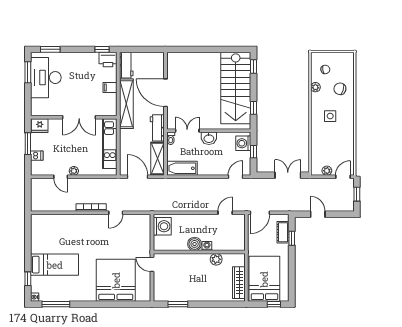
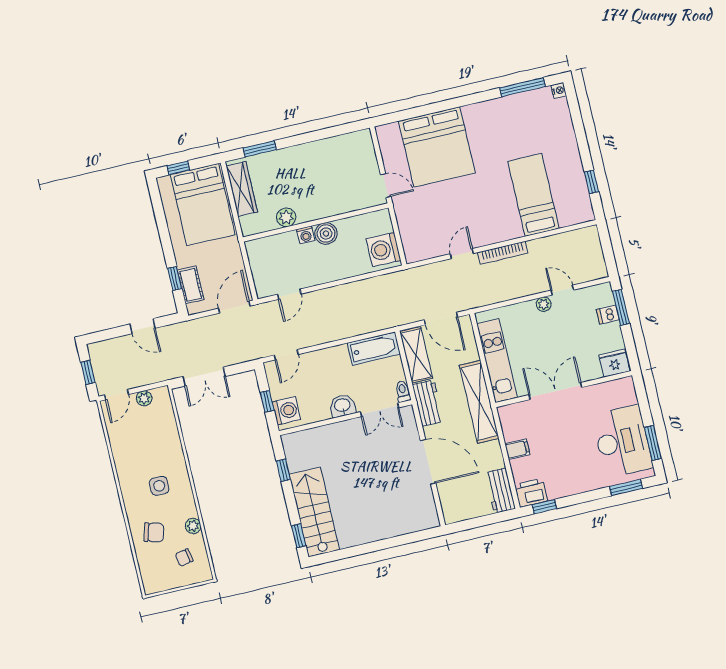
stairs: (236, 88) -> (314, 512), width x0.73, depth x0.66
shelving: (126, 104) -> (479, 402), moved
window: (28, 144) -> (621, 307), moved
bed: (55, 265) -> (533, 195), moved, turned 90
window: (28, 279) -> (592, 182), moved
window: (178, 304) -> (260, 149), moved

